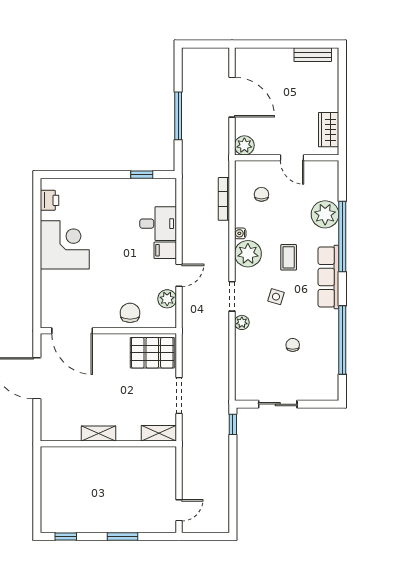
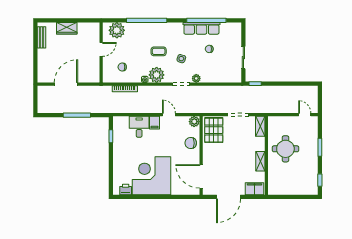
wardrobe: (329, 130) -> (67, 28), moved
plant: (244, 145) -> (94, 77), removed
plant: (325, 214) -> (117, 30), moved
corner desk: (65, 245) -> (151, 176), width x1.36, depth x1.36
row of seats: (328, 277) -> (201, 28), moved
plant: (167, 299) -> (194, 122), moved
door: (72, 331) -> (201, 176), swing flipped
filing cabinet: (51, 423) -> (254, 189), added
round table: (120, 477) -> (285, 149), added

